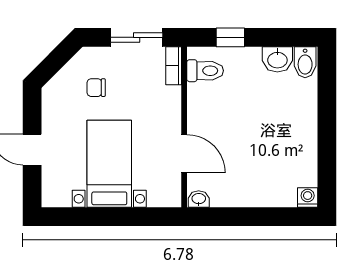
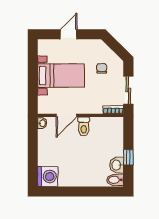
window: (230, 37) -> (128, 157), moved
toilet: (205, 71) -> (84, 127), moved
washing machine: (308, 198) -> (48, 176), width x1.89, depth x1.89

